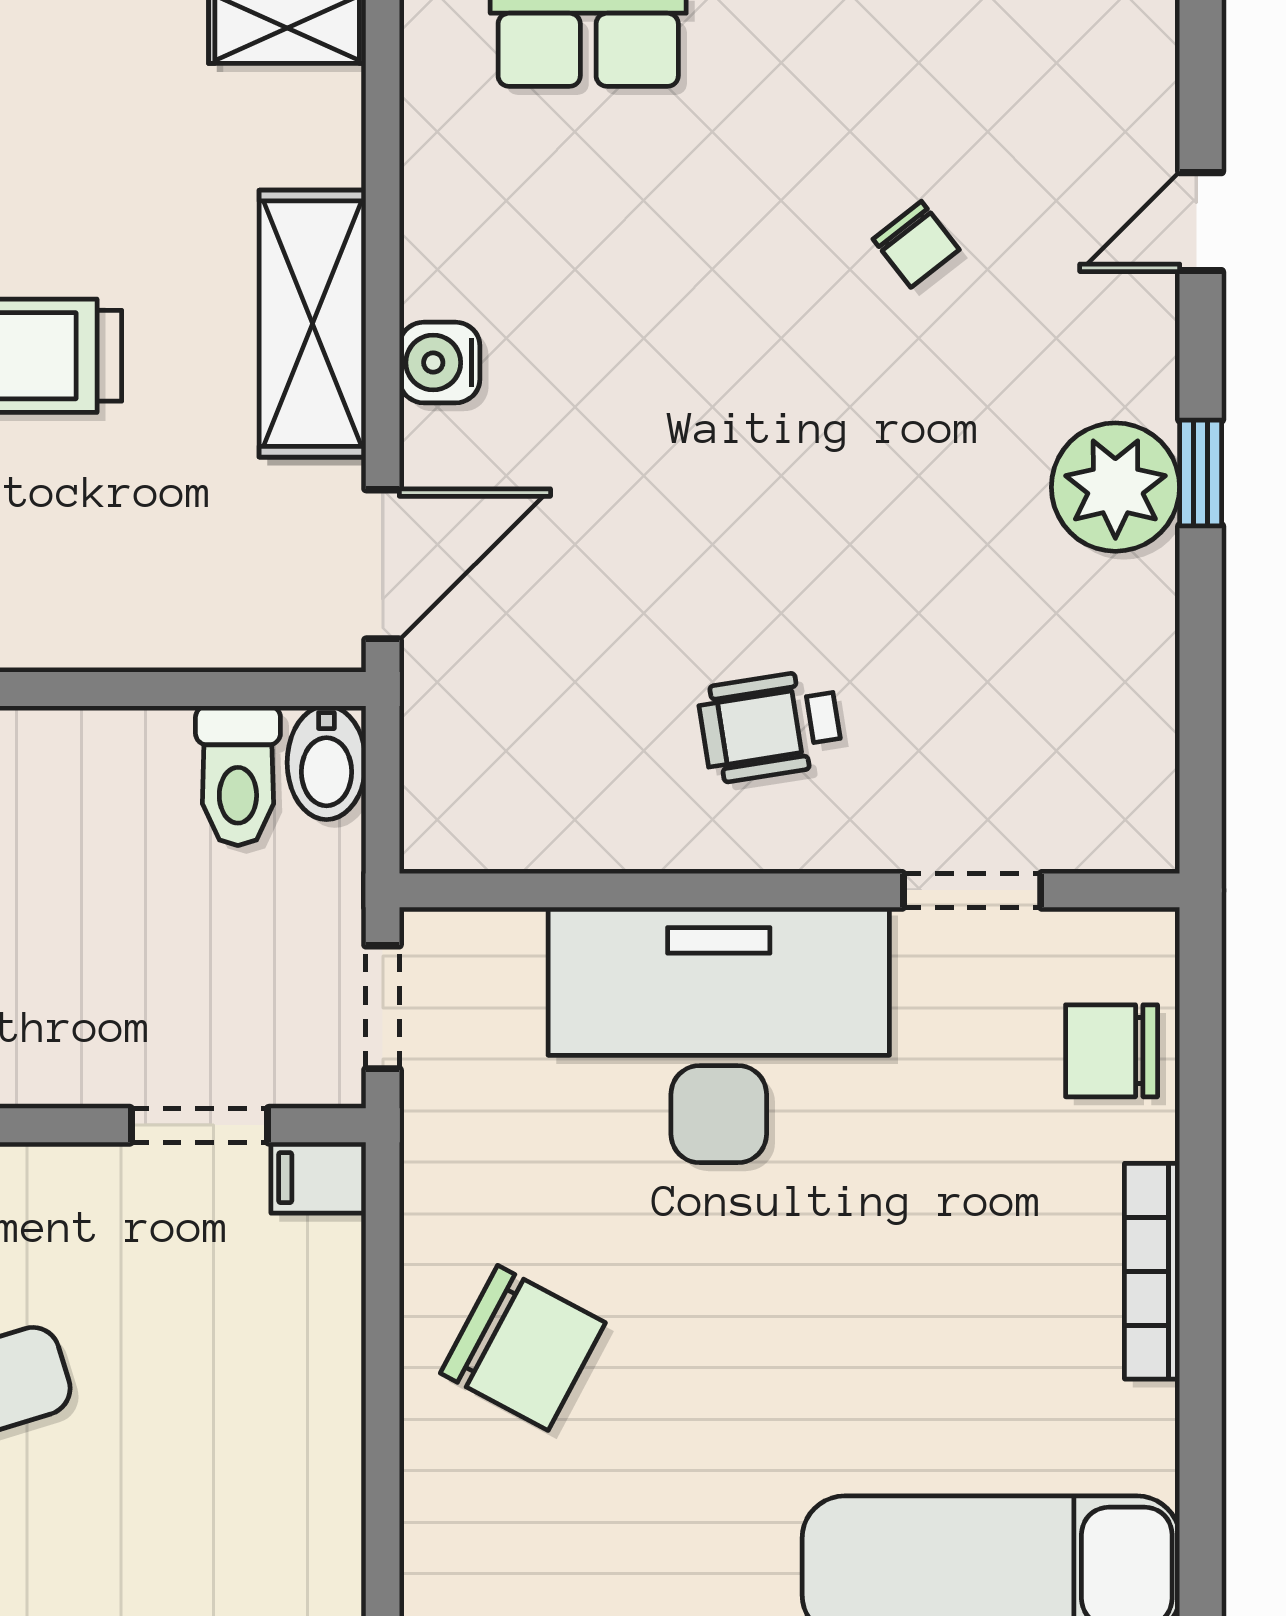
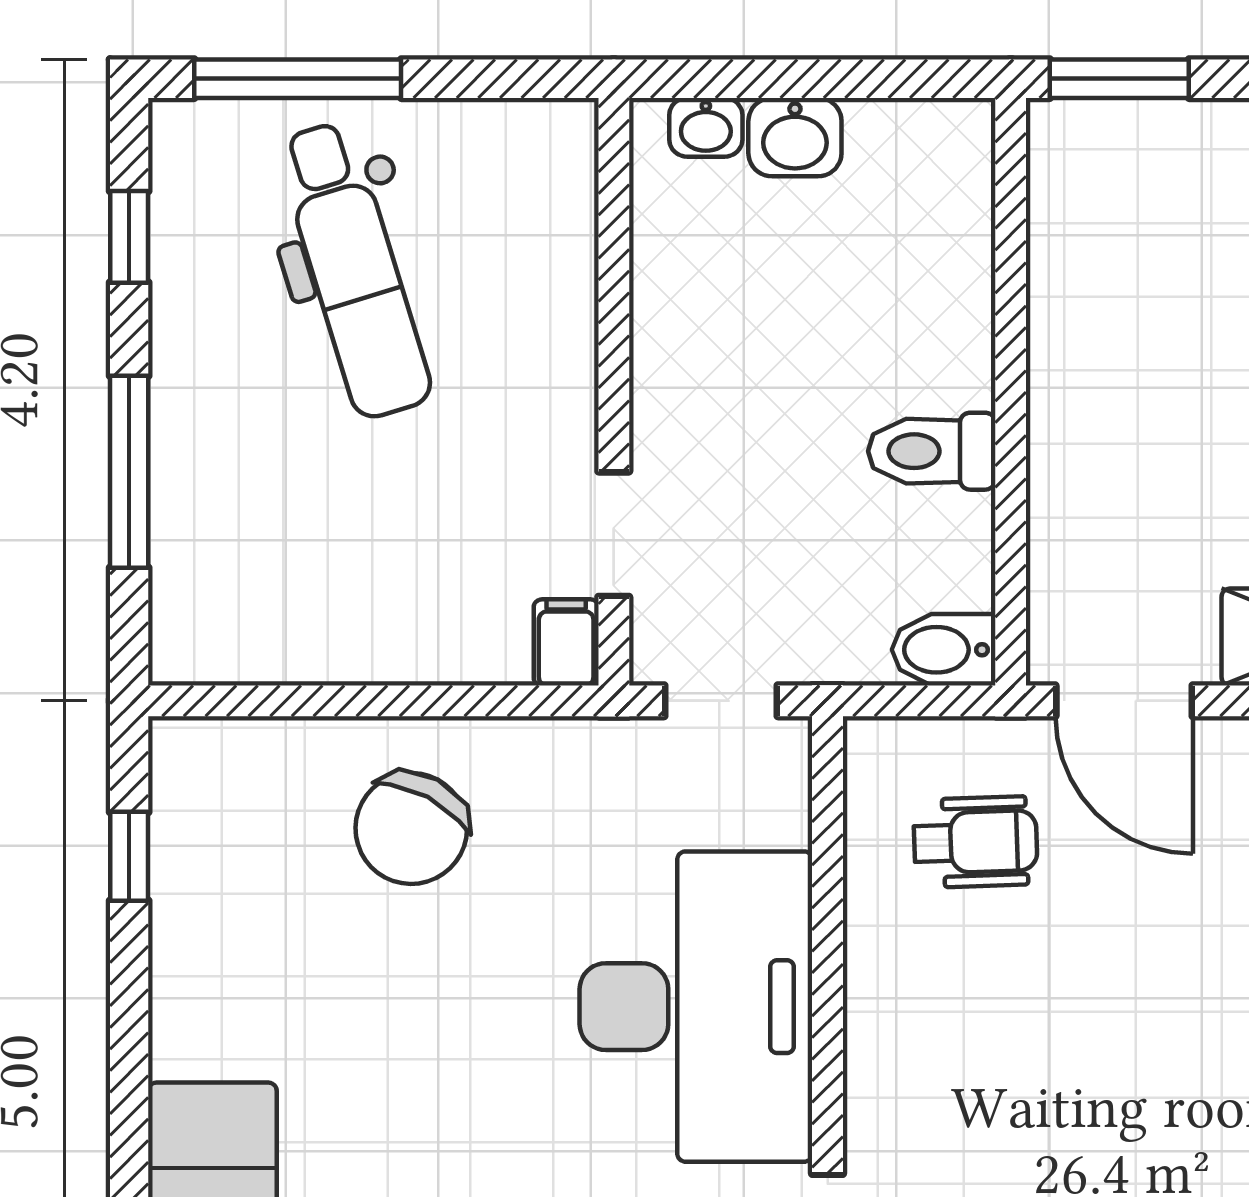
wheelchair: (770, 726) -> (975, 842), moved, turned 97
toilet: (238, 776) -> (932, 451), moved

